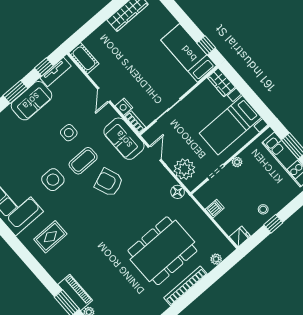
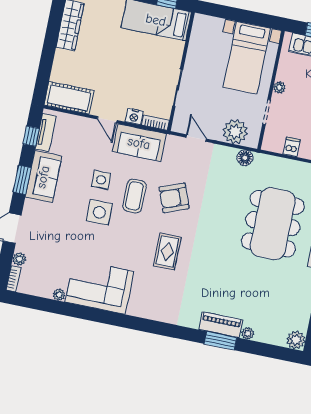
cot: (84, 58) -> (69, 98), width x1.37, depth x1.34
wardrobe: (221, 82) -> (208, 24), removed
sofa: (124, 139) -> (139, 143), moved
side table: (53, 180) -> (99, 212), moved
rug: (50, 237) -> (167, 252), moved

